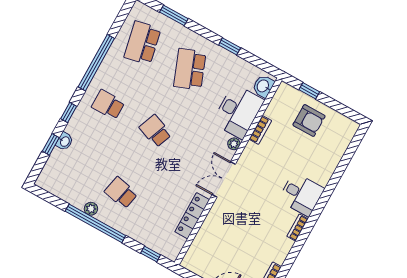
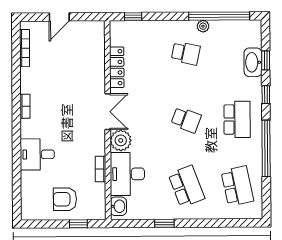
window: (174, 15) -> (224, 223), removed
school desk: (108, 105) -> (237, 119), width x1.85
washbasin: (65, 141) -> (253, 62), width x1.91, depth x1.45
plant: (234, 144) -> (121, 140), width x1.88, depth x1.88
desk: (301, 194) -> (37, 154), moved
window: (95, 223) -> (219, 16), moved

